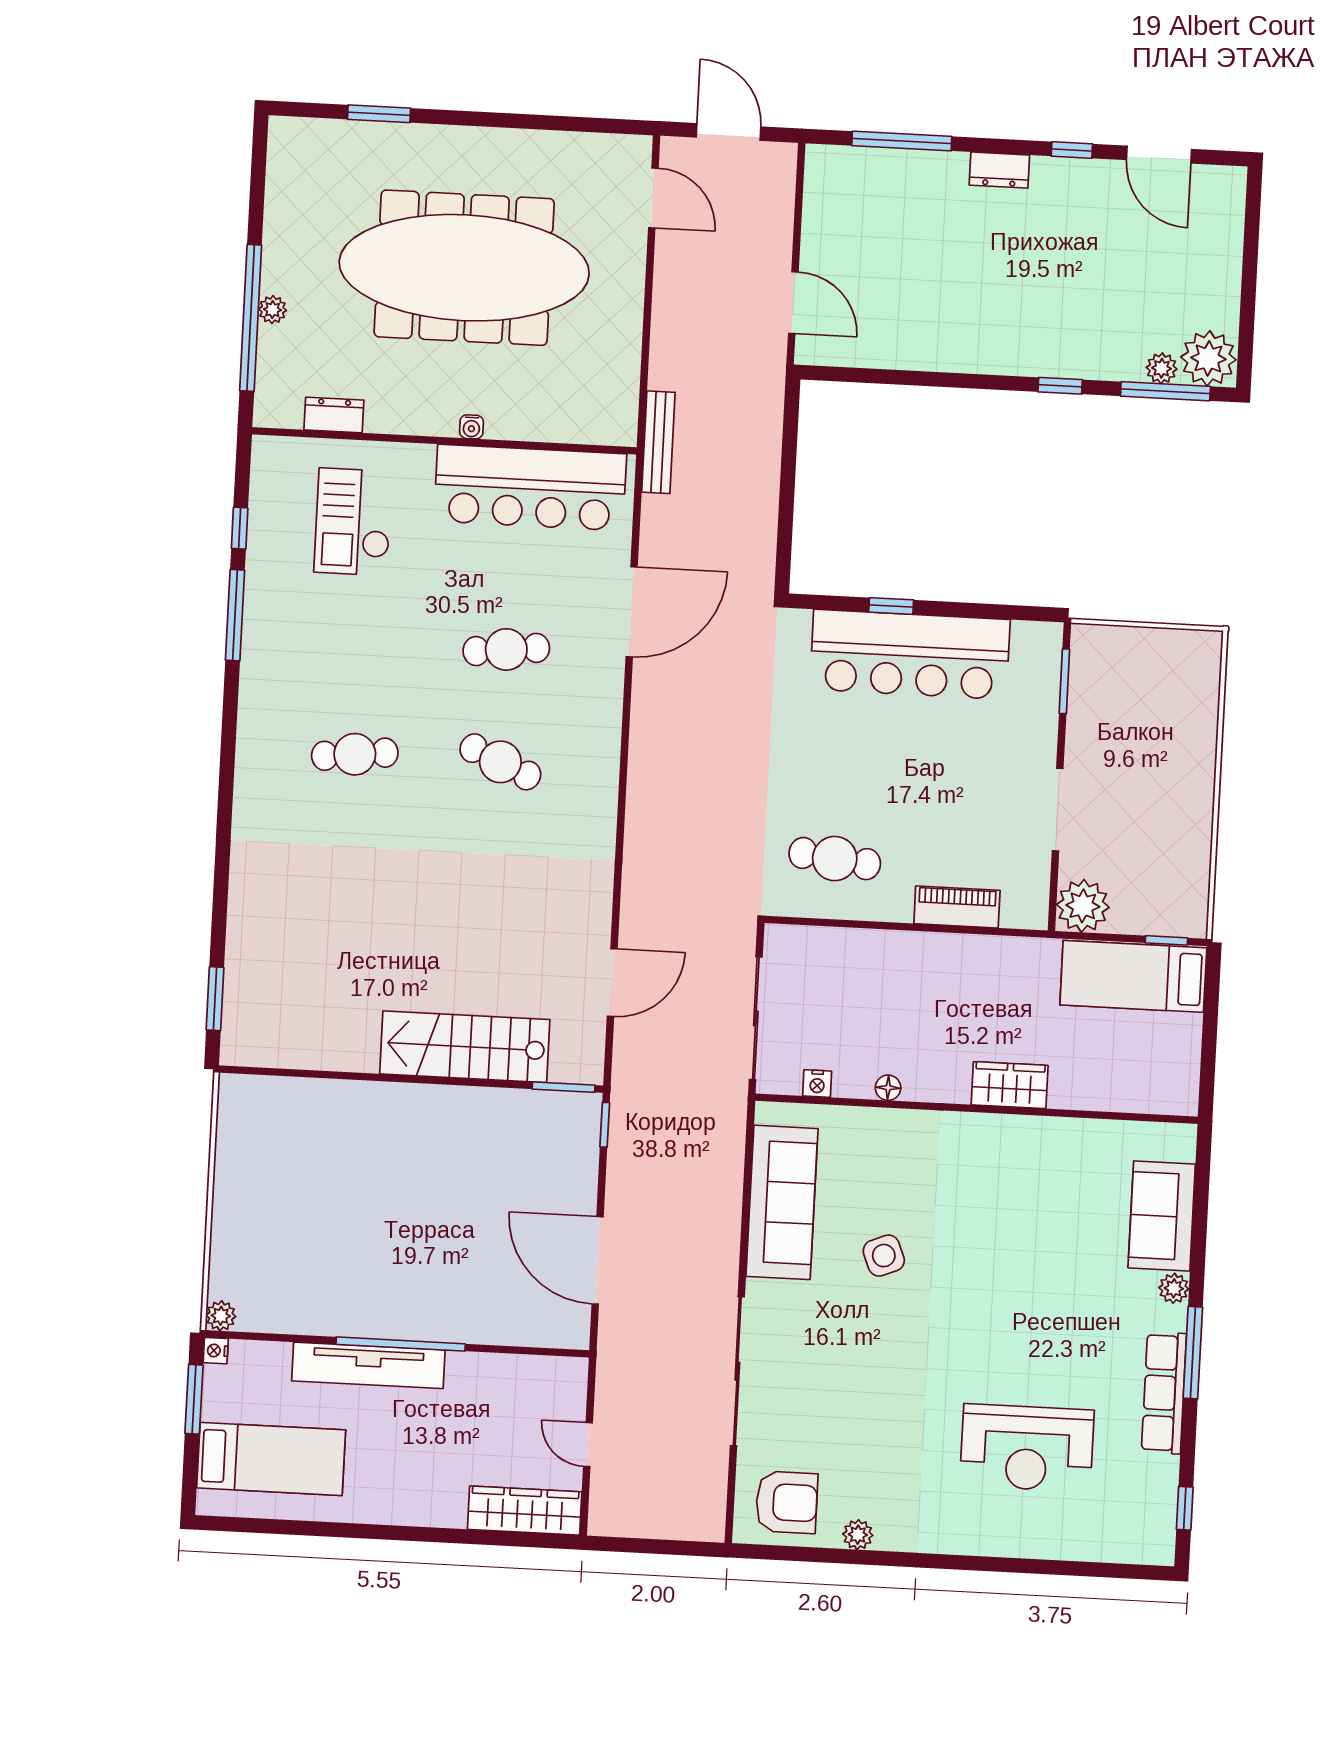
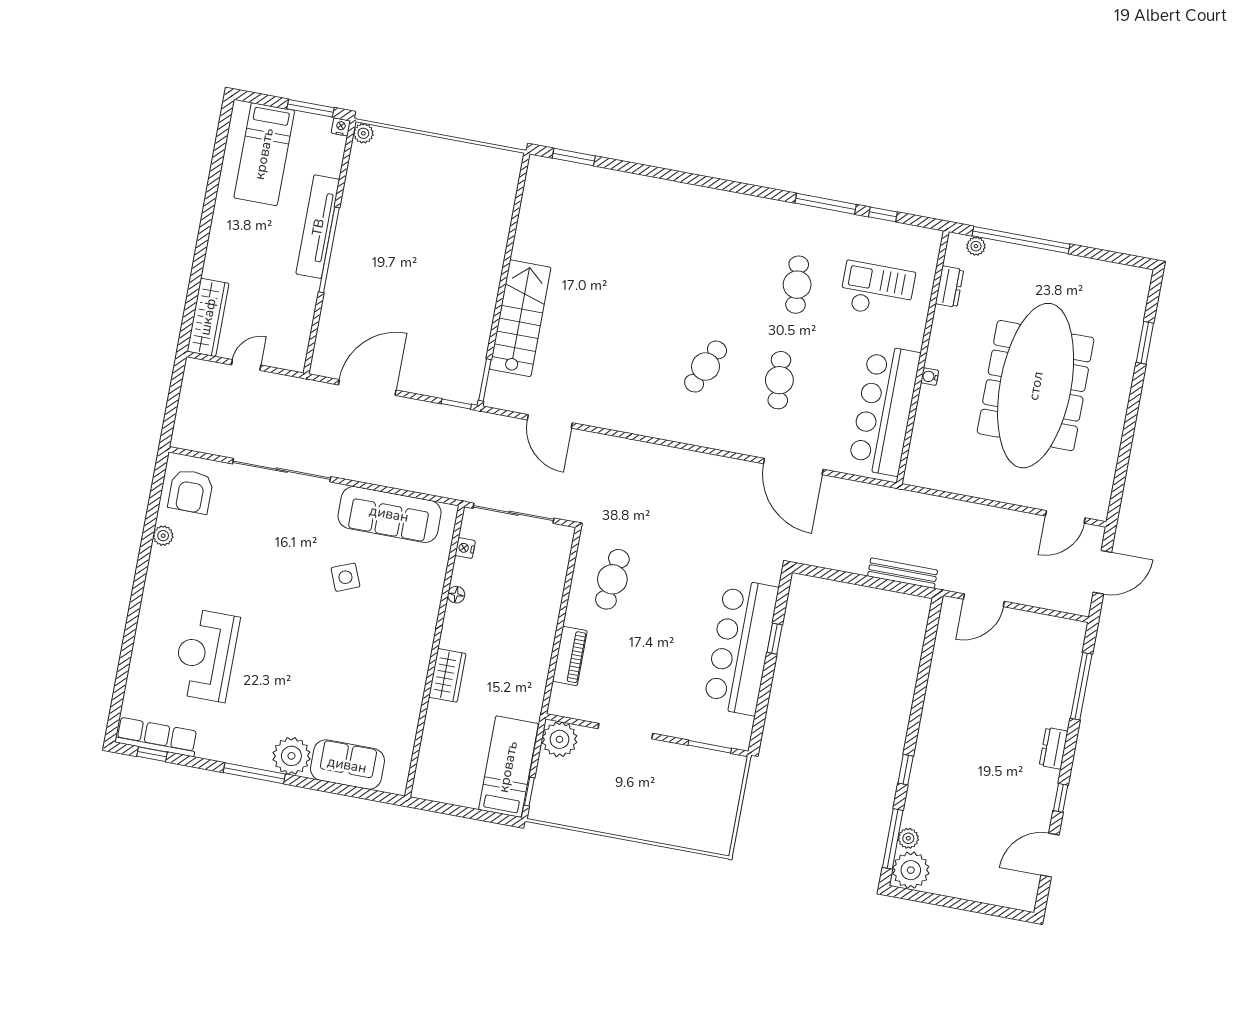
plant: (272, 310) -> (976, 246), moved
bench: (658, 442) -> (903, 573), moved
cafe table: (355, 754) -> (797, 285), moved
plant: (1174, 1288) -> (291, 756), width x1.88, depth x1.88
row of seats: (1164, 1393) -> (156, 737), moved

